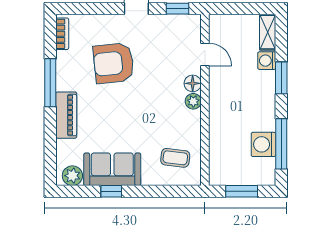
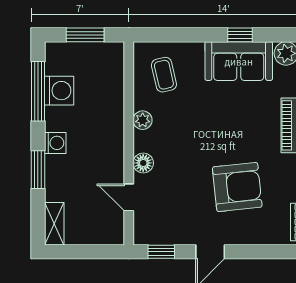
washing machine: (267, 61) -> (55, 143), moved
plant: (193, 101) -> (143, 120), moved
coffee table: (175, 158) -> (164, 75), turned 70

